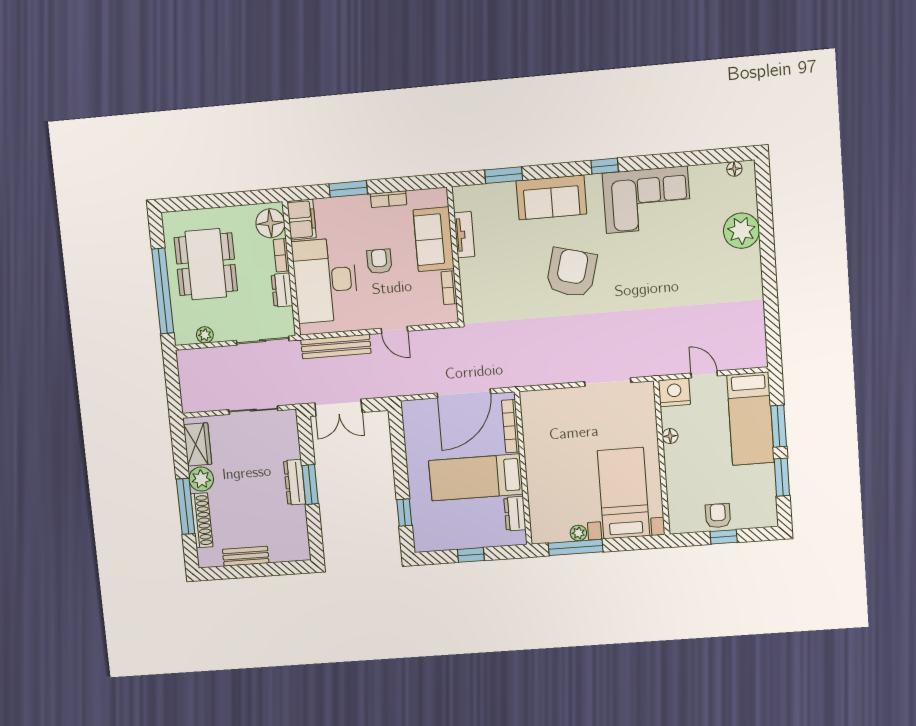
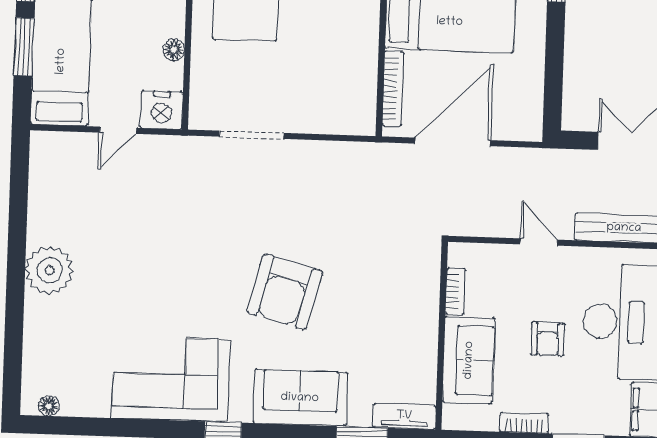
plant: (741, 231) -> (49, 270), moved
tv unit: (464, 235) -> (404, 416), moved, turned 90
door: (704, 374) -> (118, 130), hinge flipped

